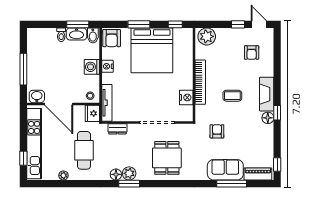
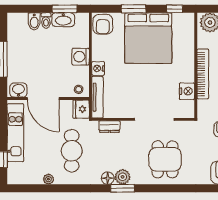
bidet: (93, 35) -> (34, 21), moved
nightstand: (107, 66) -> (98, 68), moved
kitchen unit: (34, 144) -> (15, 133), width x0.73

